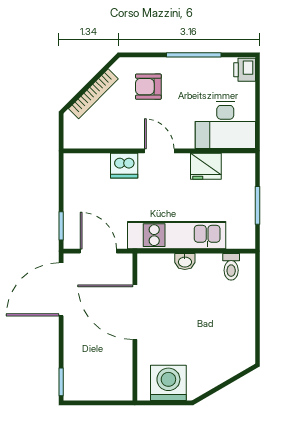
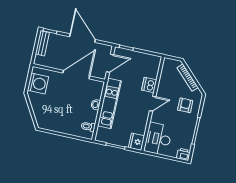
fridge: (206, 166) -> (136, 142), moved
door: (61, 289) -> (82, 38), moved
bench: (88, 391) -> (42, 43), added

